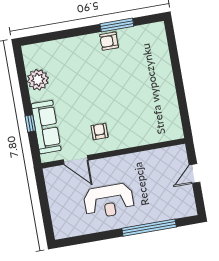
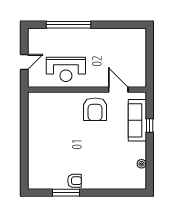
plant: (38, 80) -> (142, 164), width x0.53, depth x0.53
armchair: (99, 131) -> (95, 109), width x1.88, depth x1.88
reception desk: (109, 201) -> (66, 69), moved, turned 180

